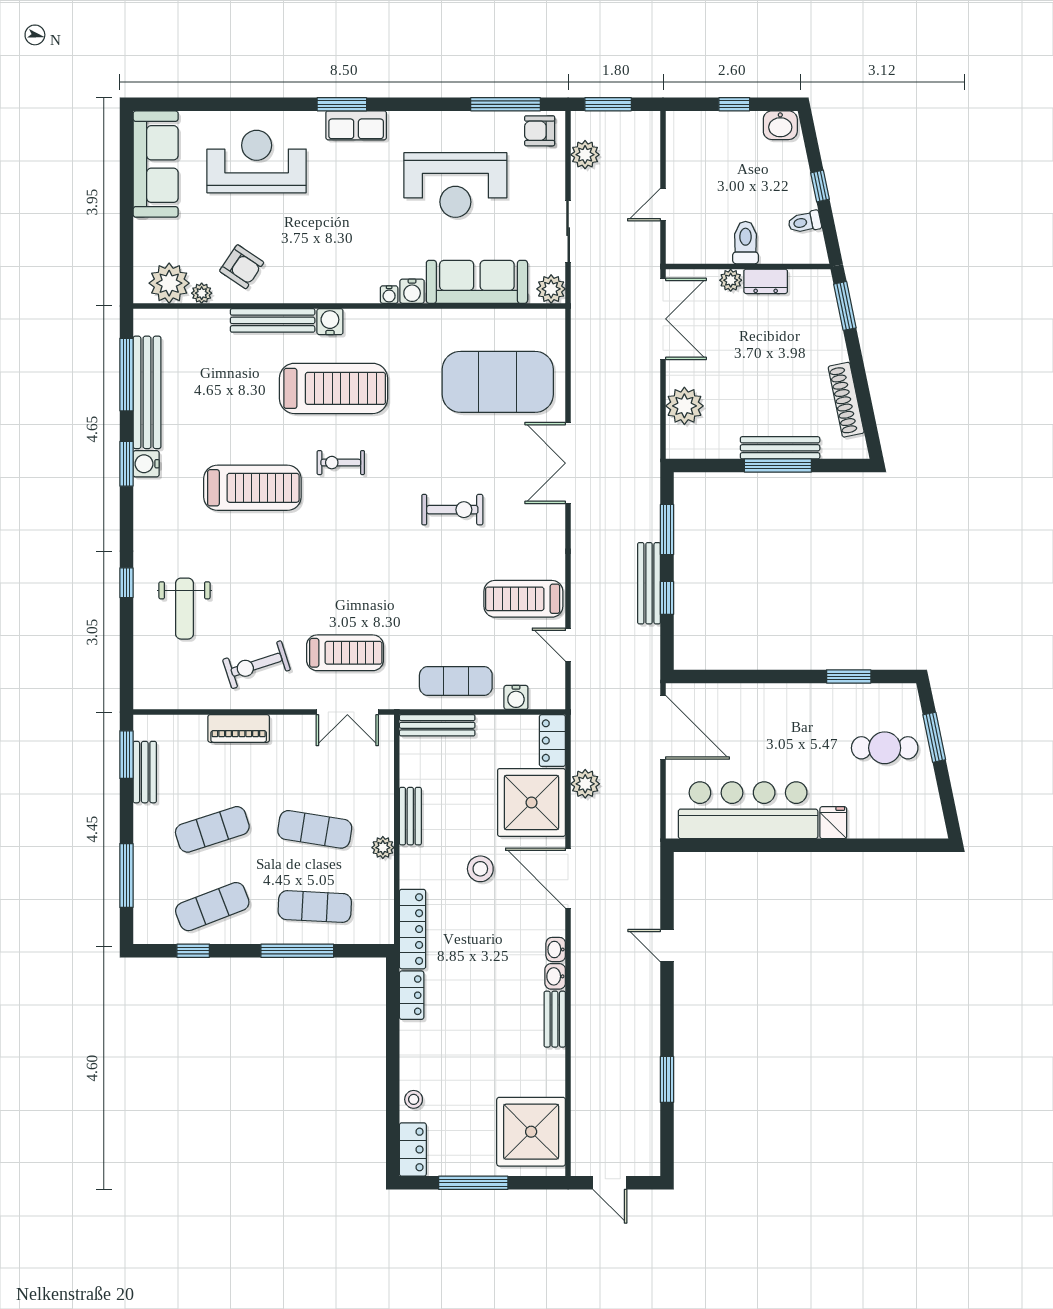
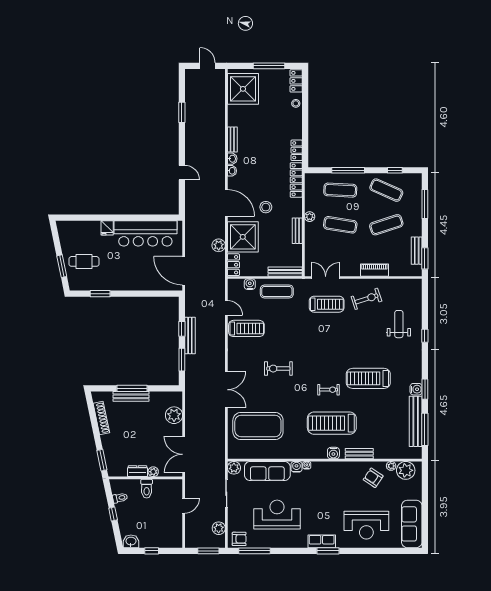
bench: (273, 320) -> (359, 454), width x0.73
treadmill: (345, 653) -> (327, 304), turned 180
exercise mat: (212, 907) -> (386, 190), turned 45

